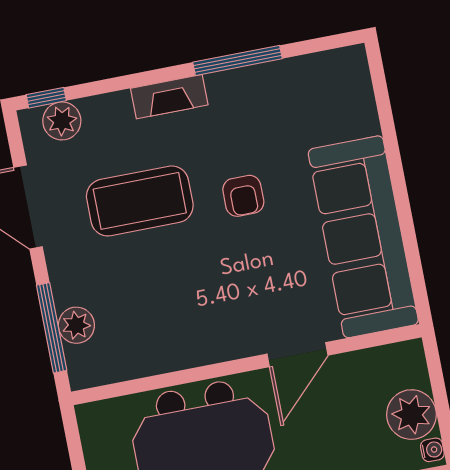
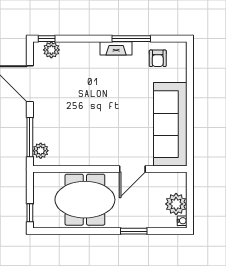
fireplace: (169, 97) -> (116, 48), moved
armchair: (243, 196) -> (158, 58), moved
coffee table: (140, 201) -> (78, 90), removed
plant: (76, 325) -> (41, 151), moved

